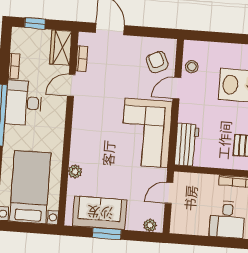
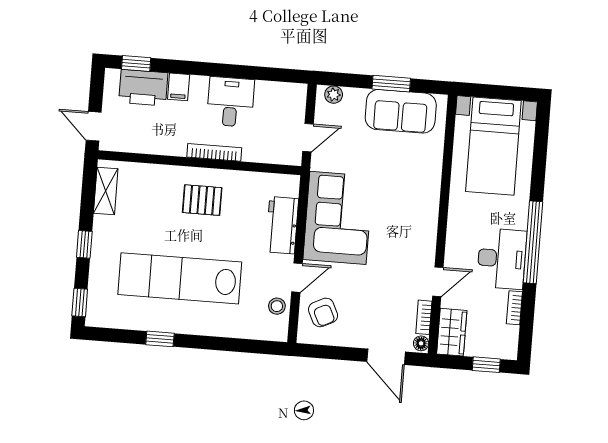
floor lamp: (84, 39) -> (421, 343), added
workbench: (187, 145) -> (282, 225), moved
plant: (75, 172) -> (433, 167), removed

